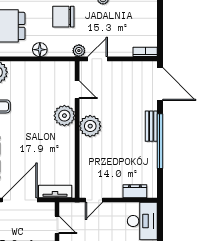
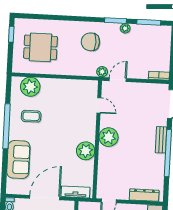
floor lamp: (40, 50) -> (69, 69), removed
plant: (64, 116) -> (86, 151), moved
dresser: (135, 191) -> (144, 195), width x1.44

